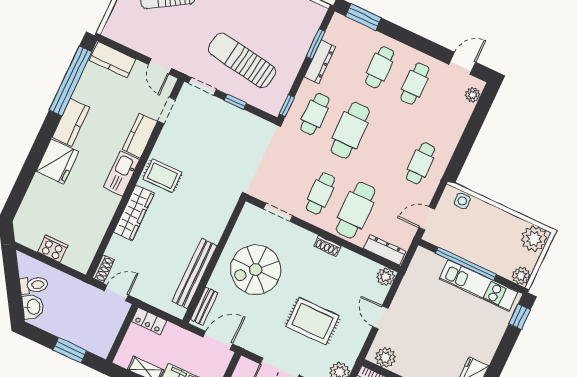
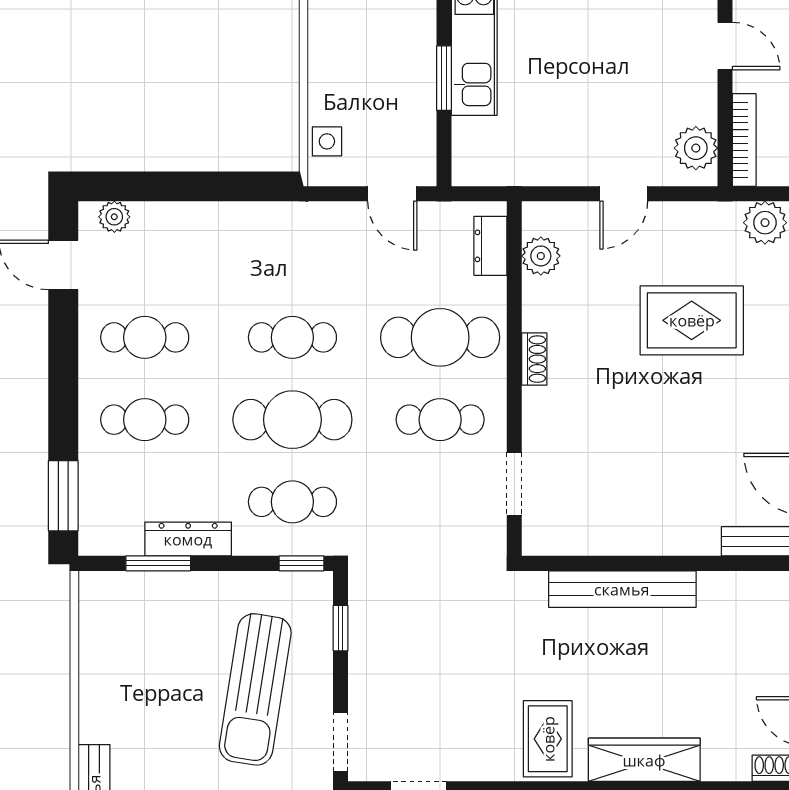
window: (235, 102) -> (340, 628), moved
cafe table: (420, 163) -> (292, 337), moved
dresser: (385, 250) -> (490, 246), width x0.70
window: (466, 264) -> (444, 78), width x0.47
spiral stairs: (256, 270) -> (644, 476), removed
bench: (195, 273) -> (622, 589), moved
plant: (386, 277) -> (541, 256), moved
rug: (313, 321) -> (692, 320), turned 90

